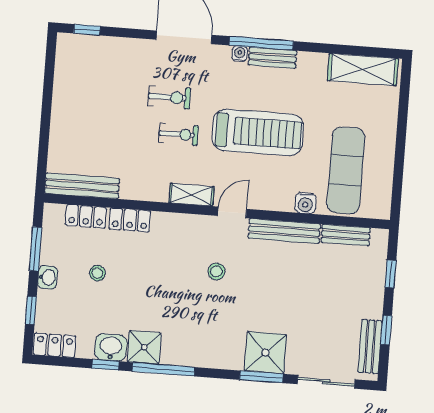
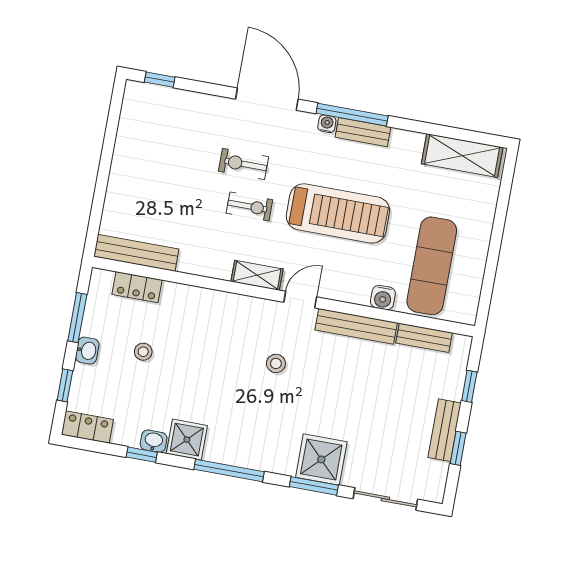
exercise bike: (169, 97) -> (243, 164), turned 180
locker: (130, 220) -> (185, 296), removed
washbasin: (111, 347) -> (154, 441), width x0.72, depth x0.69
bench: (370, 347) -> (445, 430), moved
window: (163, 369) -> (229, 471), moved

